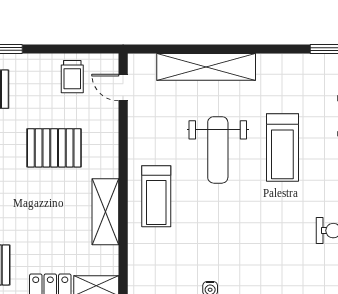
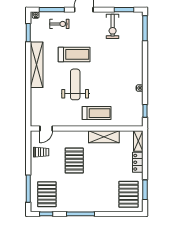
shelving: (206, 67) -> (37, 65), moved
weight bench: (218, 150) -> (75, 84), turned -90

